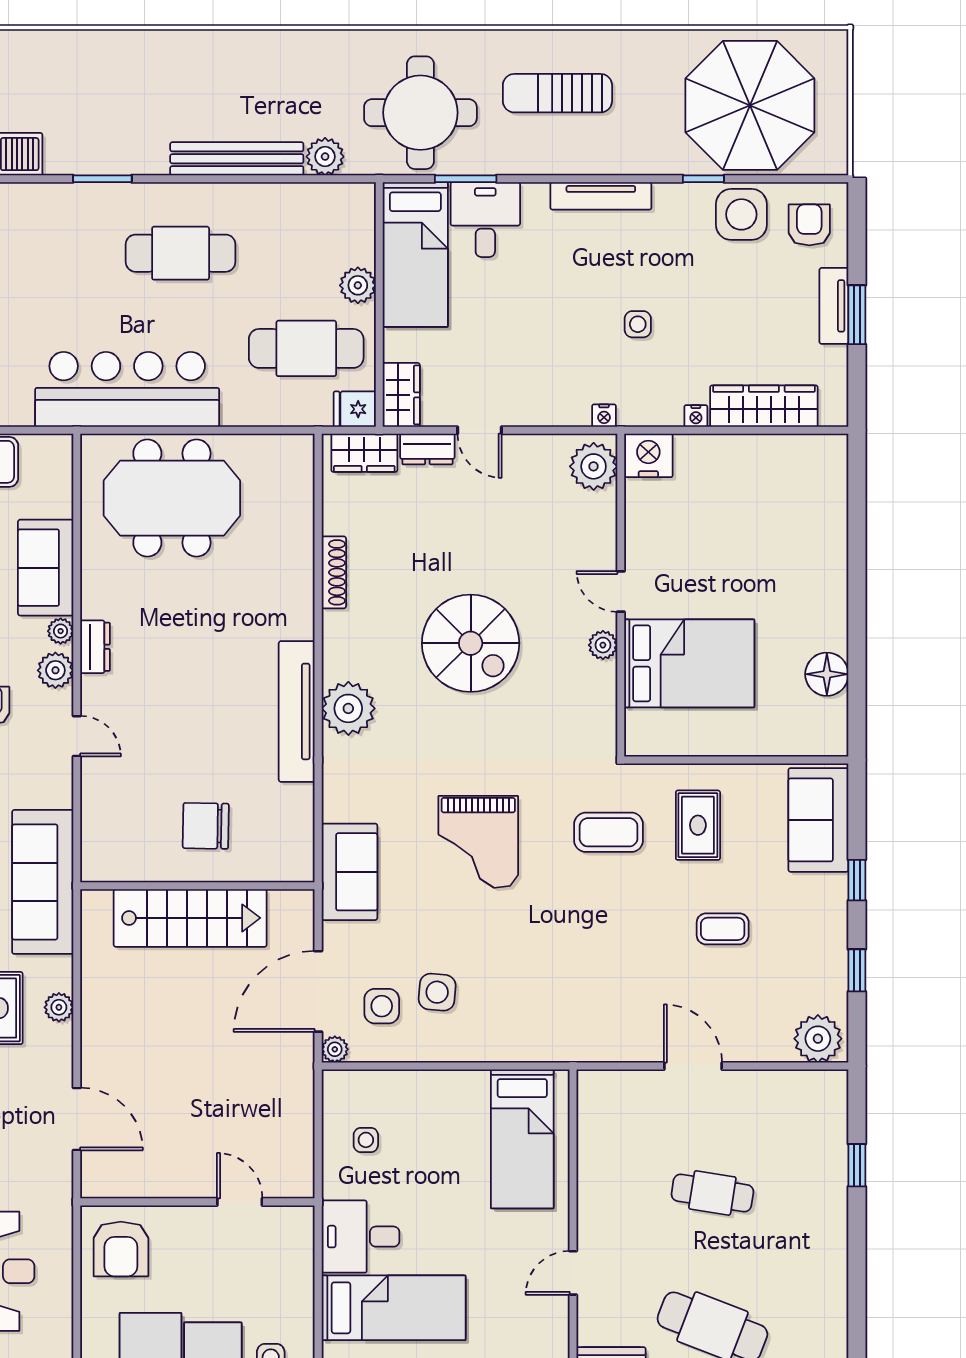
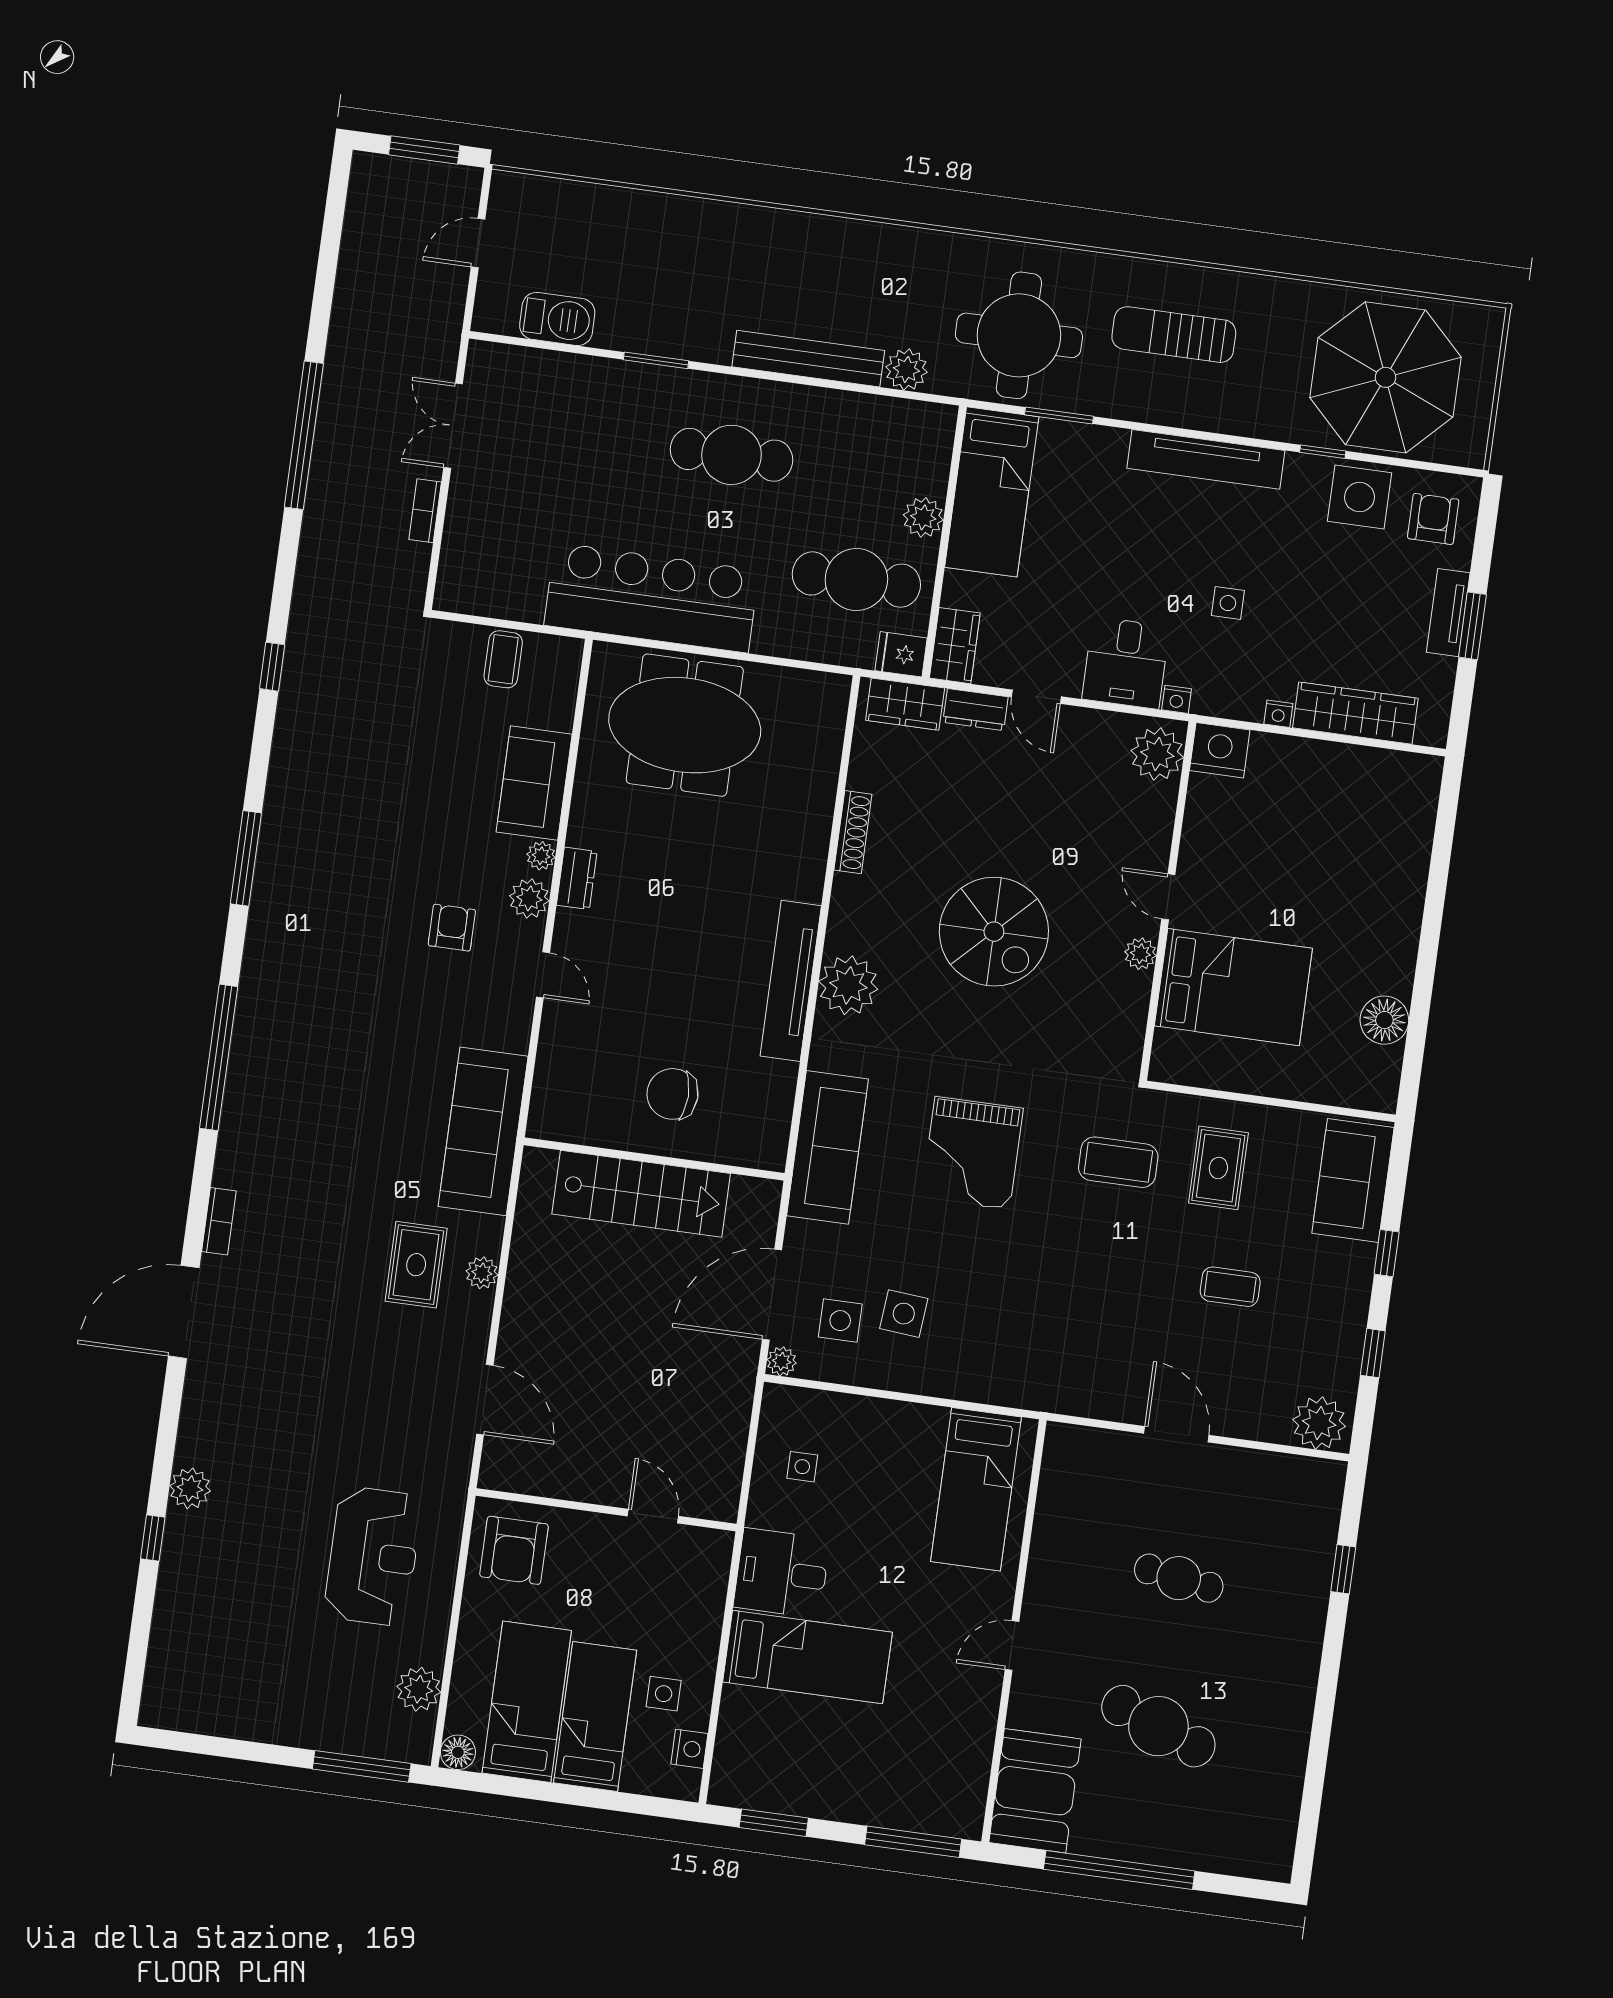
tv unit: (601, 196) -> (1206, 459), width x1.36, depth x1.29
desk: (485, 220) -> (1126, 663), moved, turned 180
sofa: (349, 872) -> (827, 1147), width x1.36

